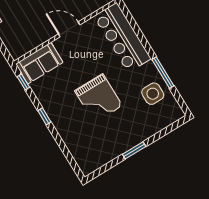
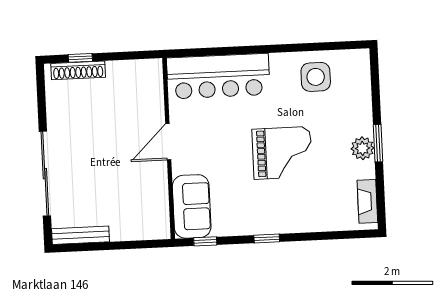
window: (163, 73) -> (295, 48), removed
plant: (126, 143) -> (362, 148), added
fireplace: (97, 163) -> (367, 201), added

